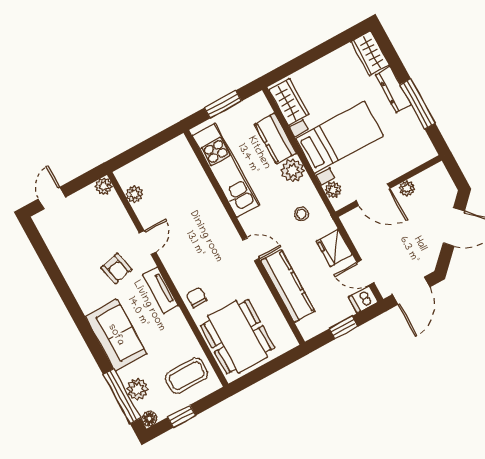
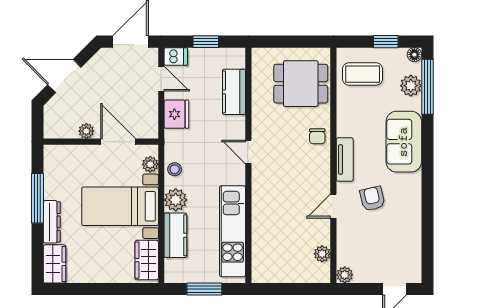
stool: (301, 214) -> (175, 169), moved
kitchen counter: (288, 286) -> (234, 92), width x0.67
dining table: (237, 337) -> (301, 84), width x0.73

